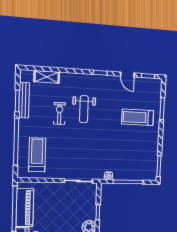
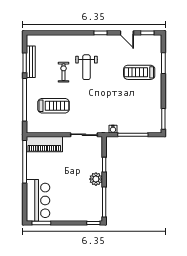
shelving: (47, 77) -> (51, 40), removed
treadmill: (37, 155) -> (53, 106), moved, turned 90
piano: (25, 208) -> (44, 144), moved, turned 90

